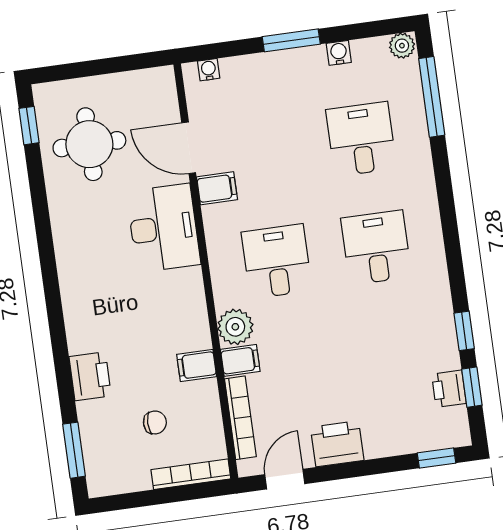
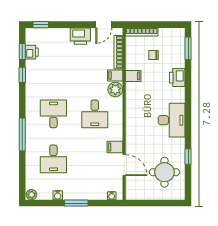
window: (432, 97) -> (22, 134), moved
window: (29, 126) -> (188, 157), moved
desk: (163, 228) -> (172, 120), moved, turned 180
desk: (376, 247) -> (53, 114), turned 180

